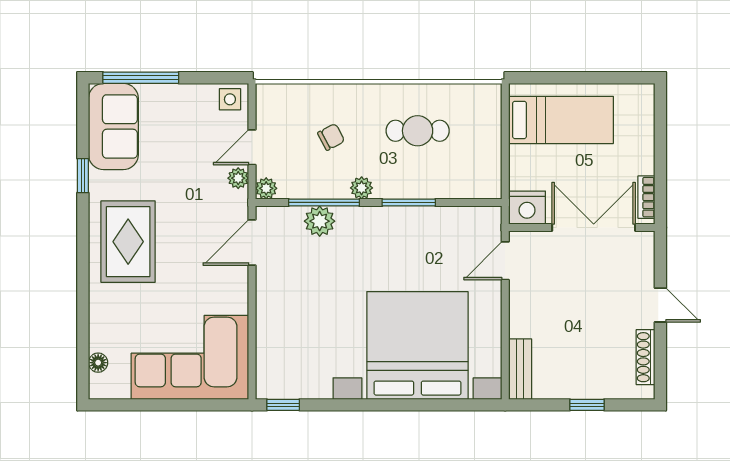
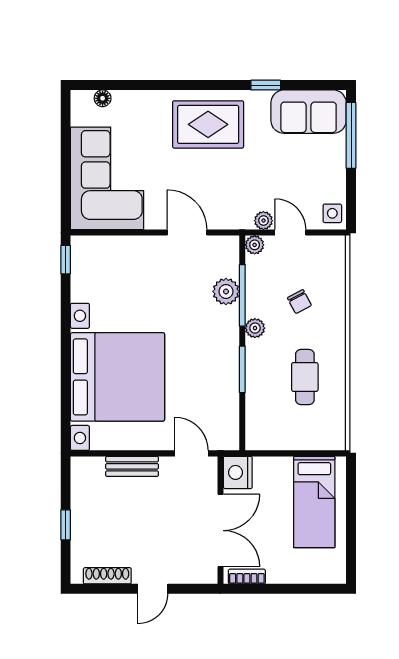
door: (252, 242) -> (187, 233), moved
bench: (520, 369) -> (132, 466), moved

